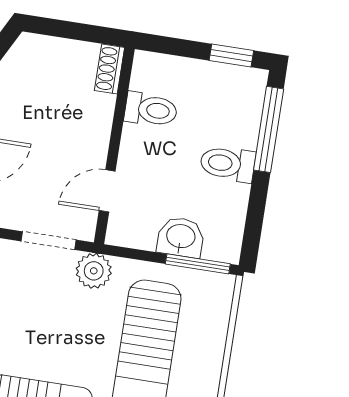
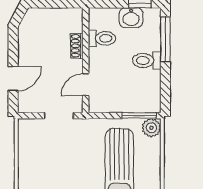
shoe rack: (109, 69) -> (77, 46), moved
washbasin: (181, 237) -> (131, 18), moved, turned 180
plant: (94, 271) -> (151, 128), moved

